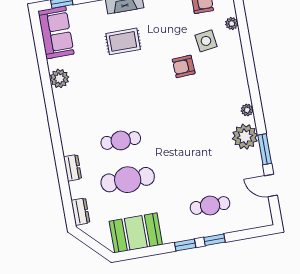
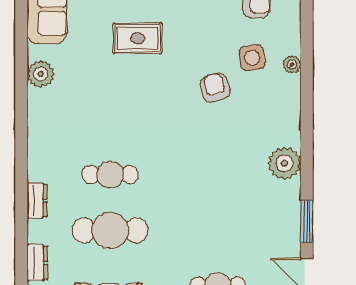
plant: (232, 23) -> (292, 64), moved
armchair: (184, 66) -> (215, 88), turned 77
plant: (247, 110) -> (285, 163), width x1.87, depth x1.87
plant: (245, 137) -> (283, 200), removed

